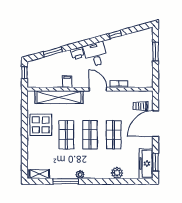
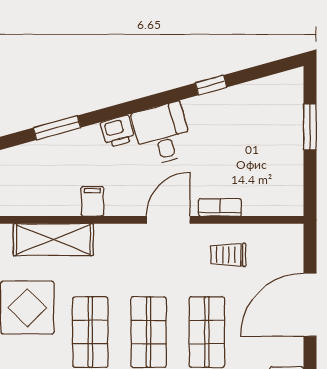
door: (98, 89) -> (168, 220), hinge flipped
shelving: (59, 97) -> (53, 240), width x0.68
trolley: (141, 106) -> (228, 255), moved

